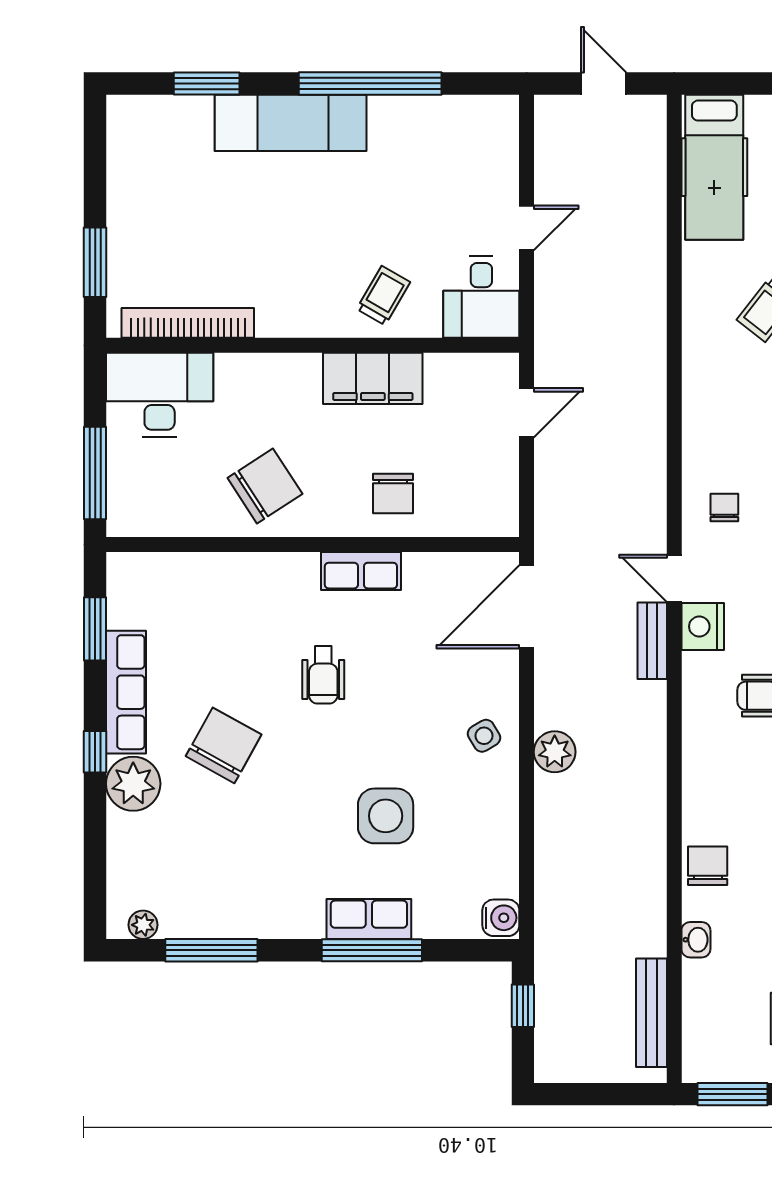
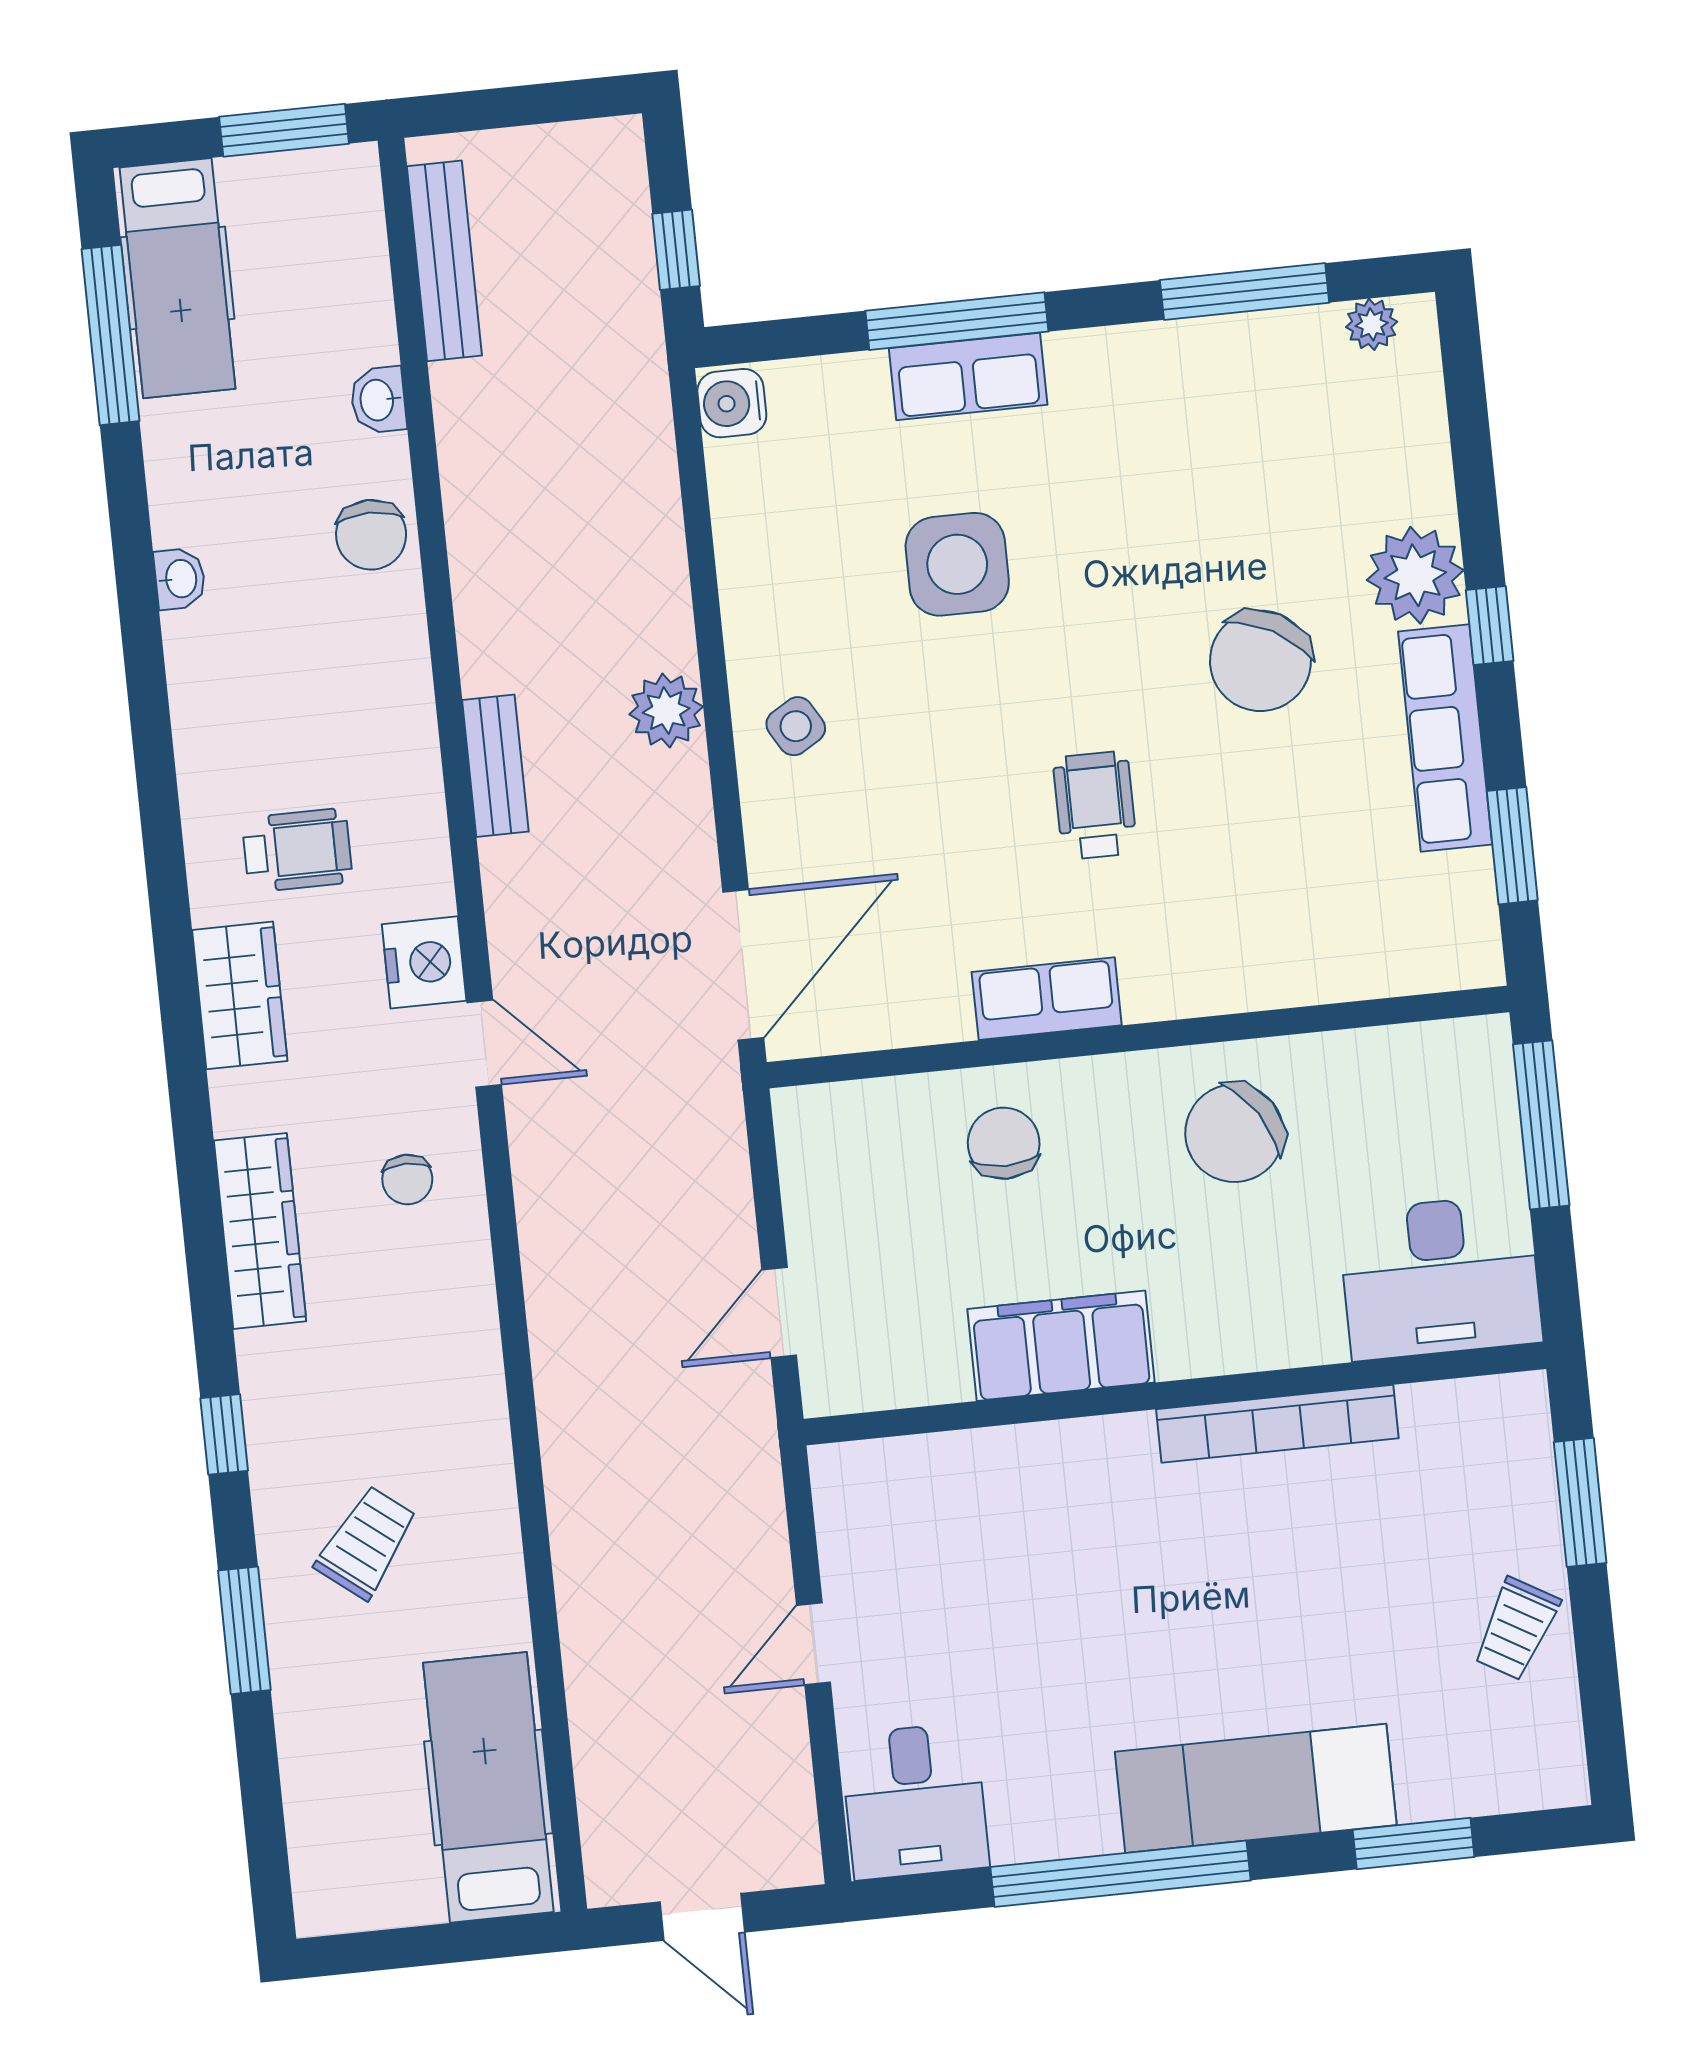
trolley: (383, 296) -> (1516, 1629), moved
desk: (481, 297) -> (915, 1801), moved, turned 180
bookcase: (188, 323) -> (1277, 1424), moved
bench: (652, 641) -> (495, 766), moved

